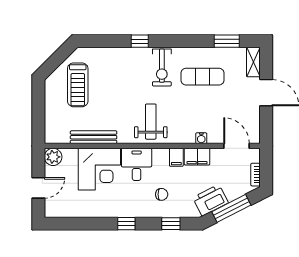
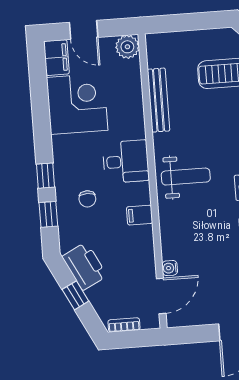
water cooler: (201, 138) -> (170, 268), moved
filing cabinet: (197, 157) -> (57, 58), moved, turned 180
corner desk: (99, 169) -> (77, 104), moved, turned 180
window: (231, 208) -> (75, 295), width x0.46
window: (126, 224) -> (45, 176), moved

